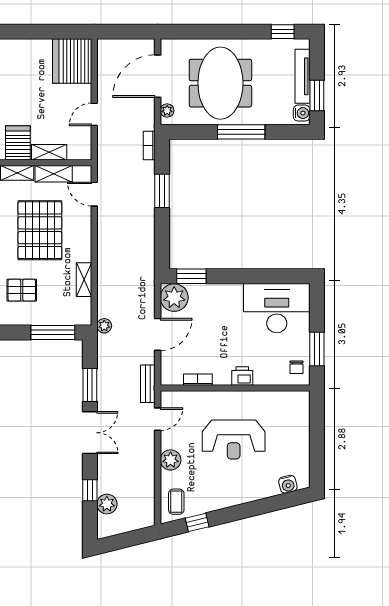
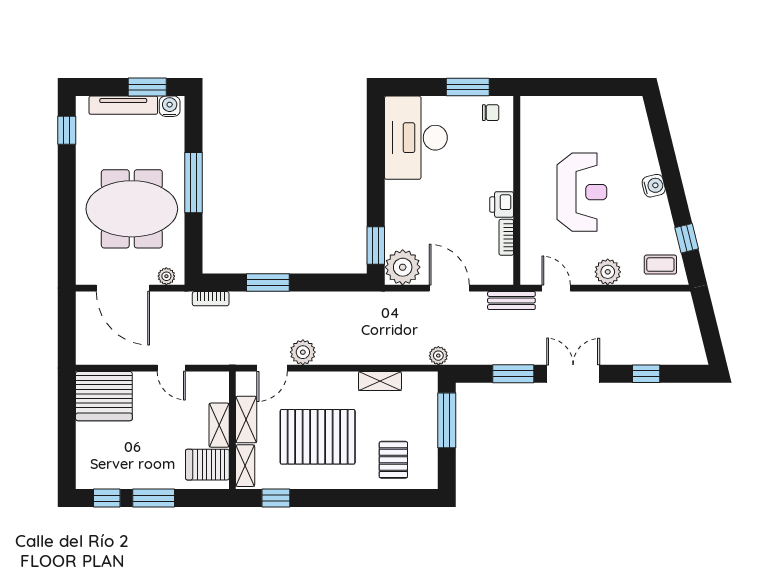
printer: (242, 376) -> (502, 205), moved
water cooler: (288, 484) -> (654, 186), moved
plant: (107, 504) -> (303, 352), moved

